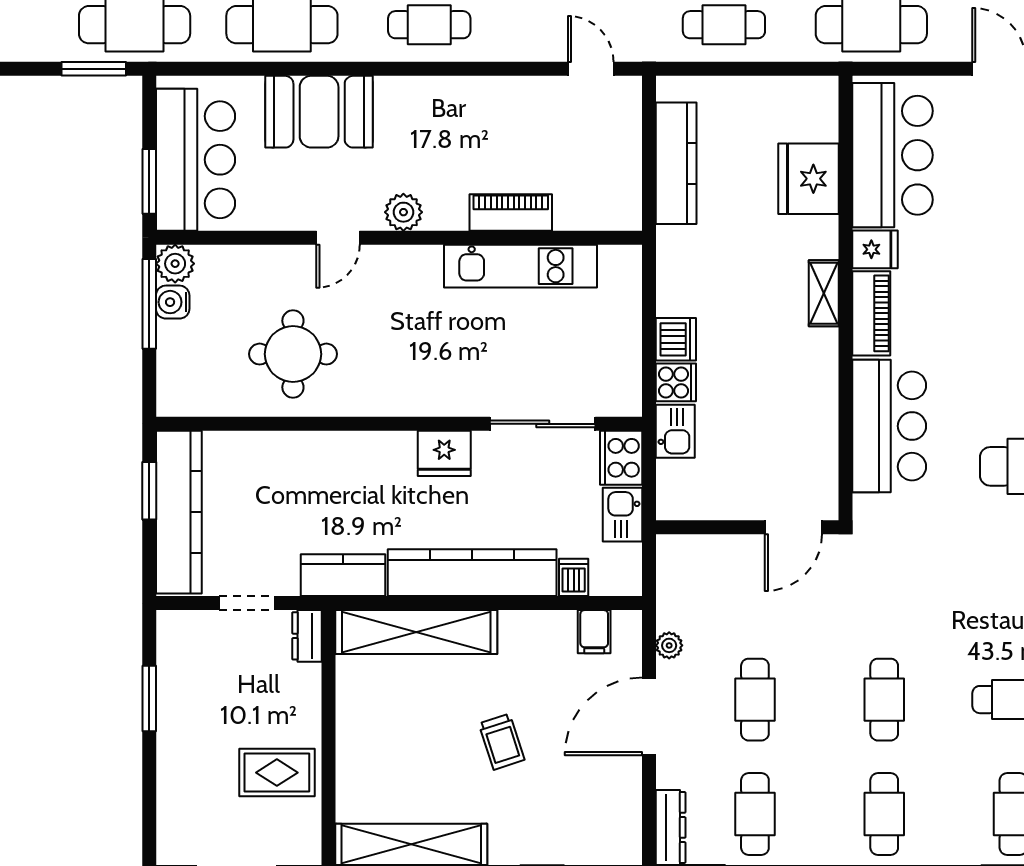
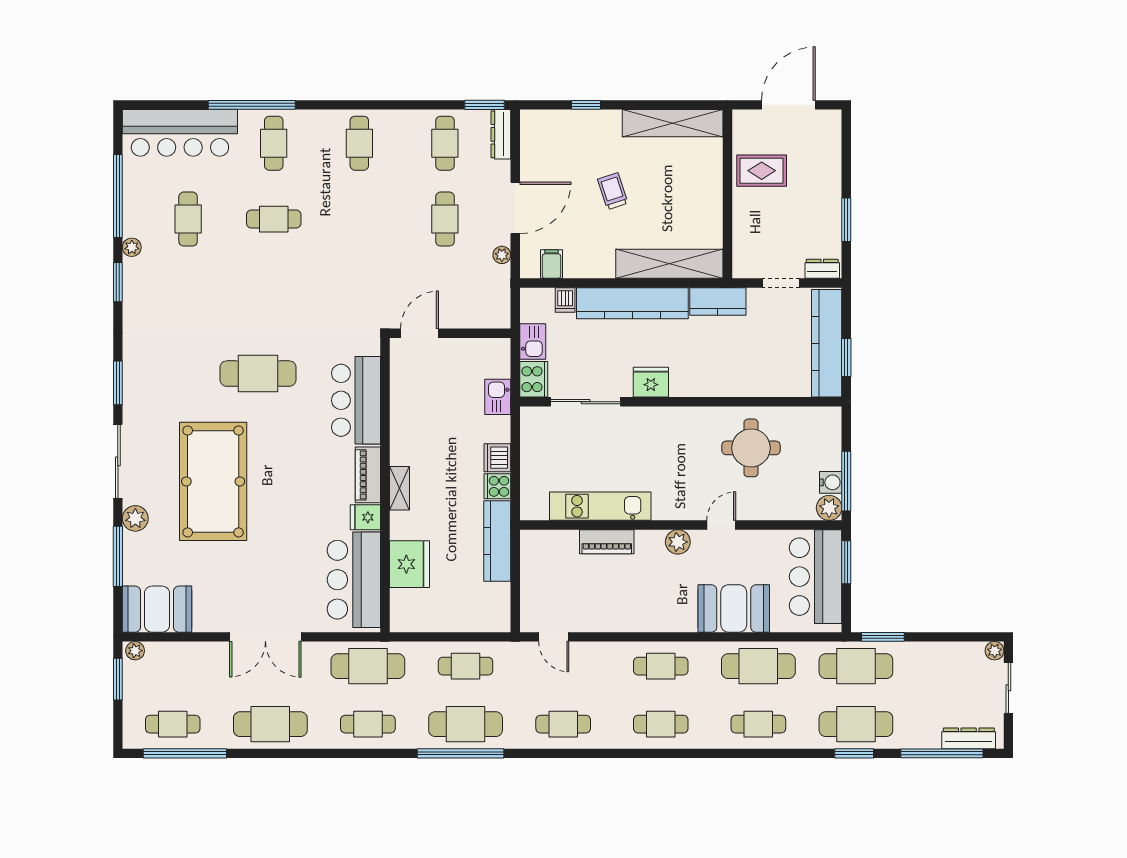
kitchen counter: (676, 163) -> (497, 541), moved
cooker: (676, 382) -> (497, 486), moved
dresser: (307, 636) -> (822, 269), moved, turned -90
cafe table: (884, 700) -> (359, 219), removed

